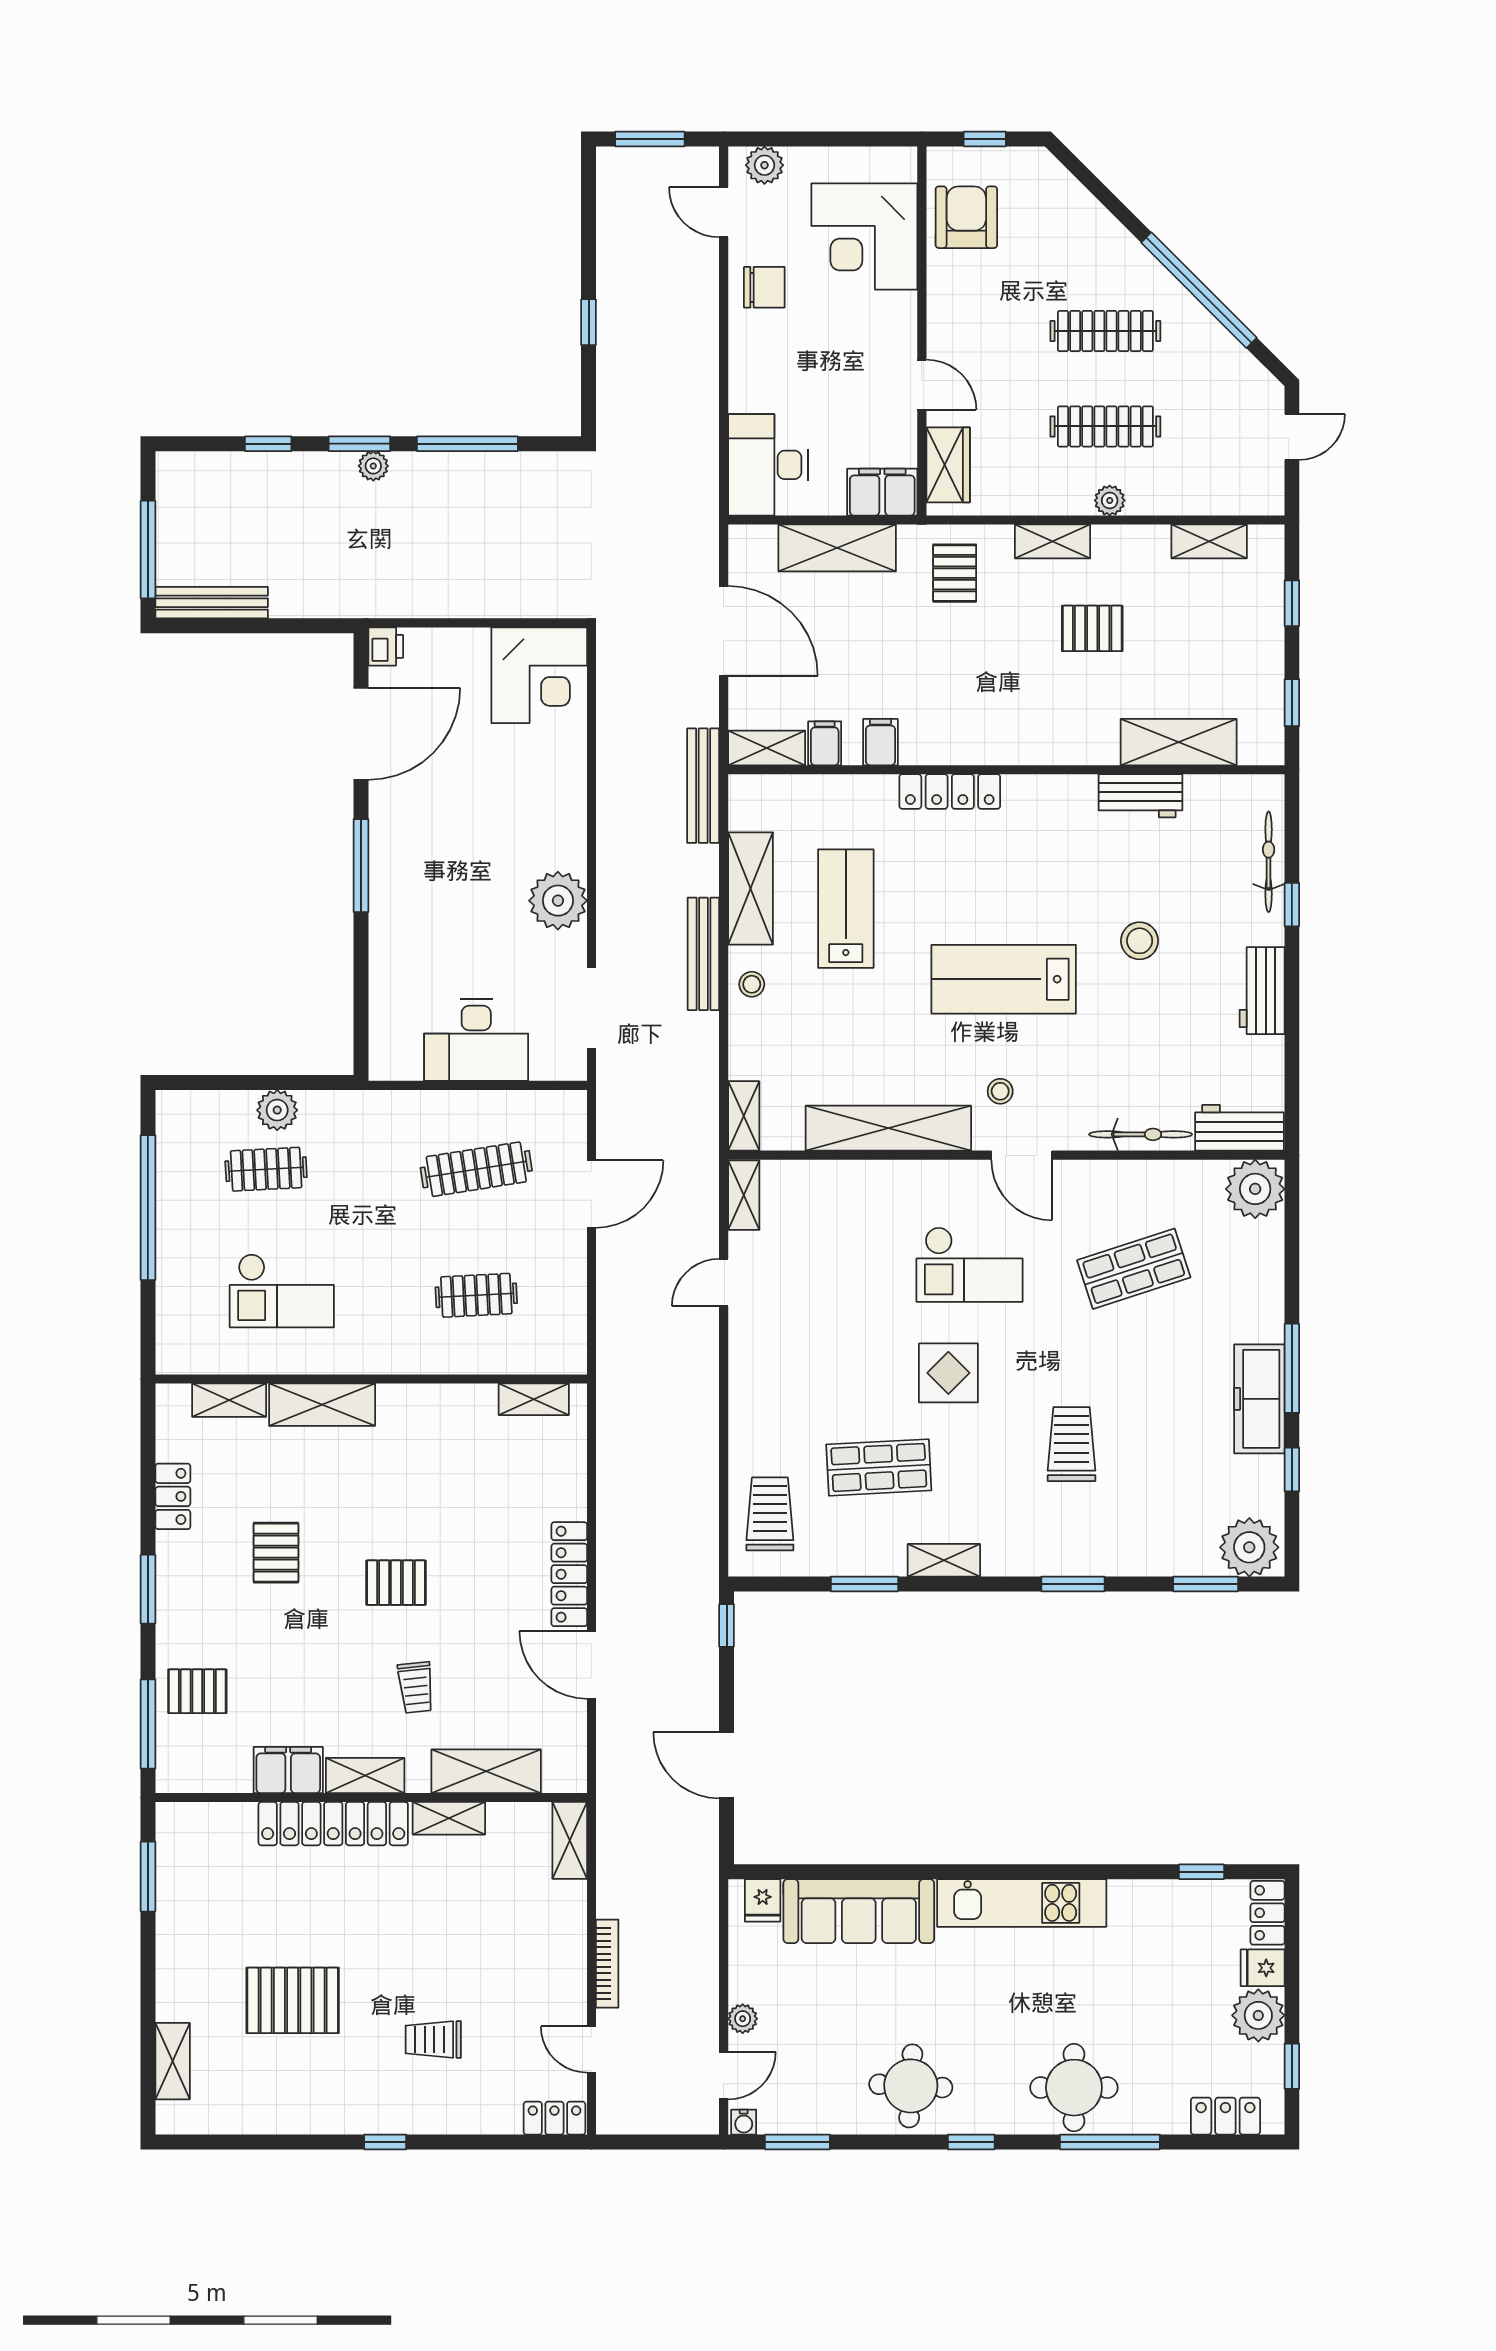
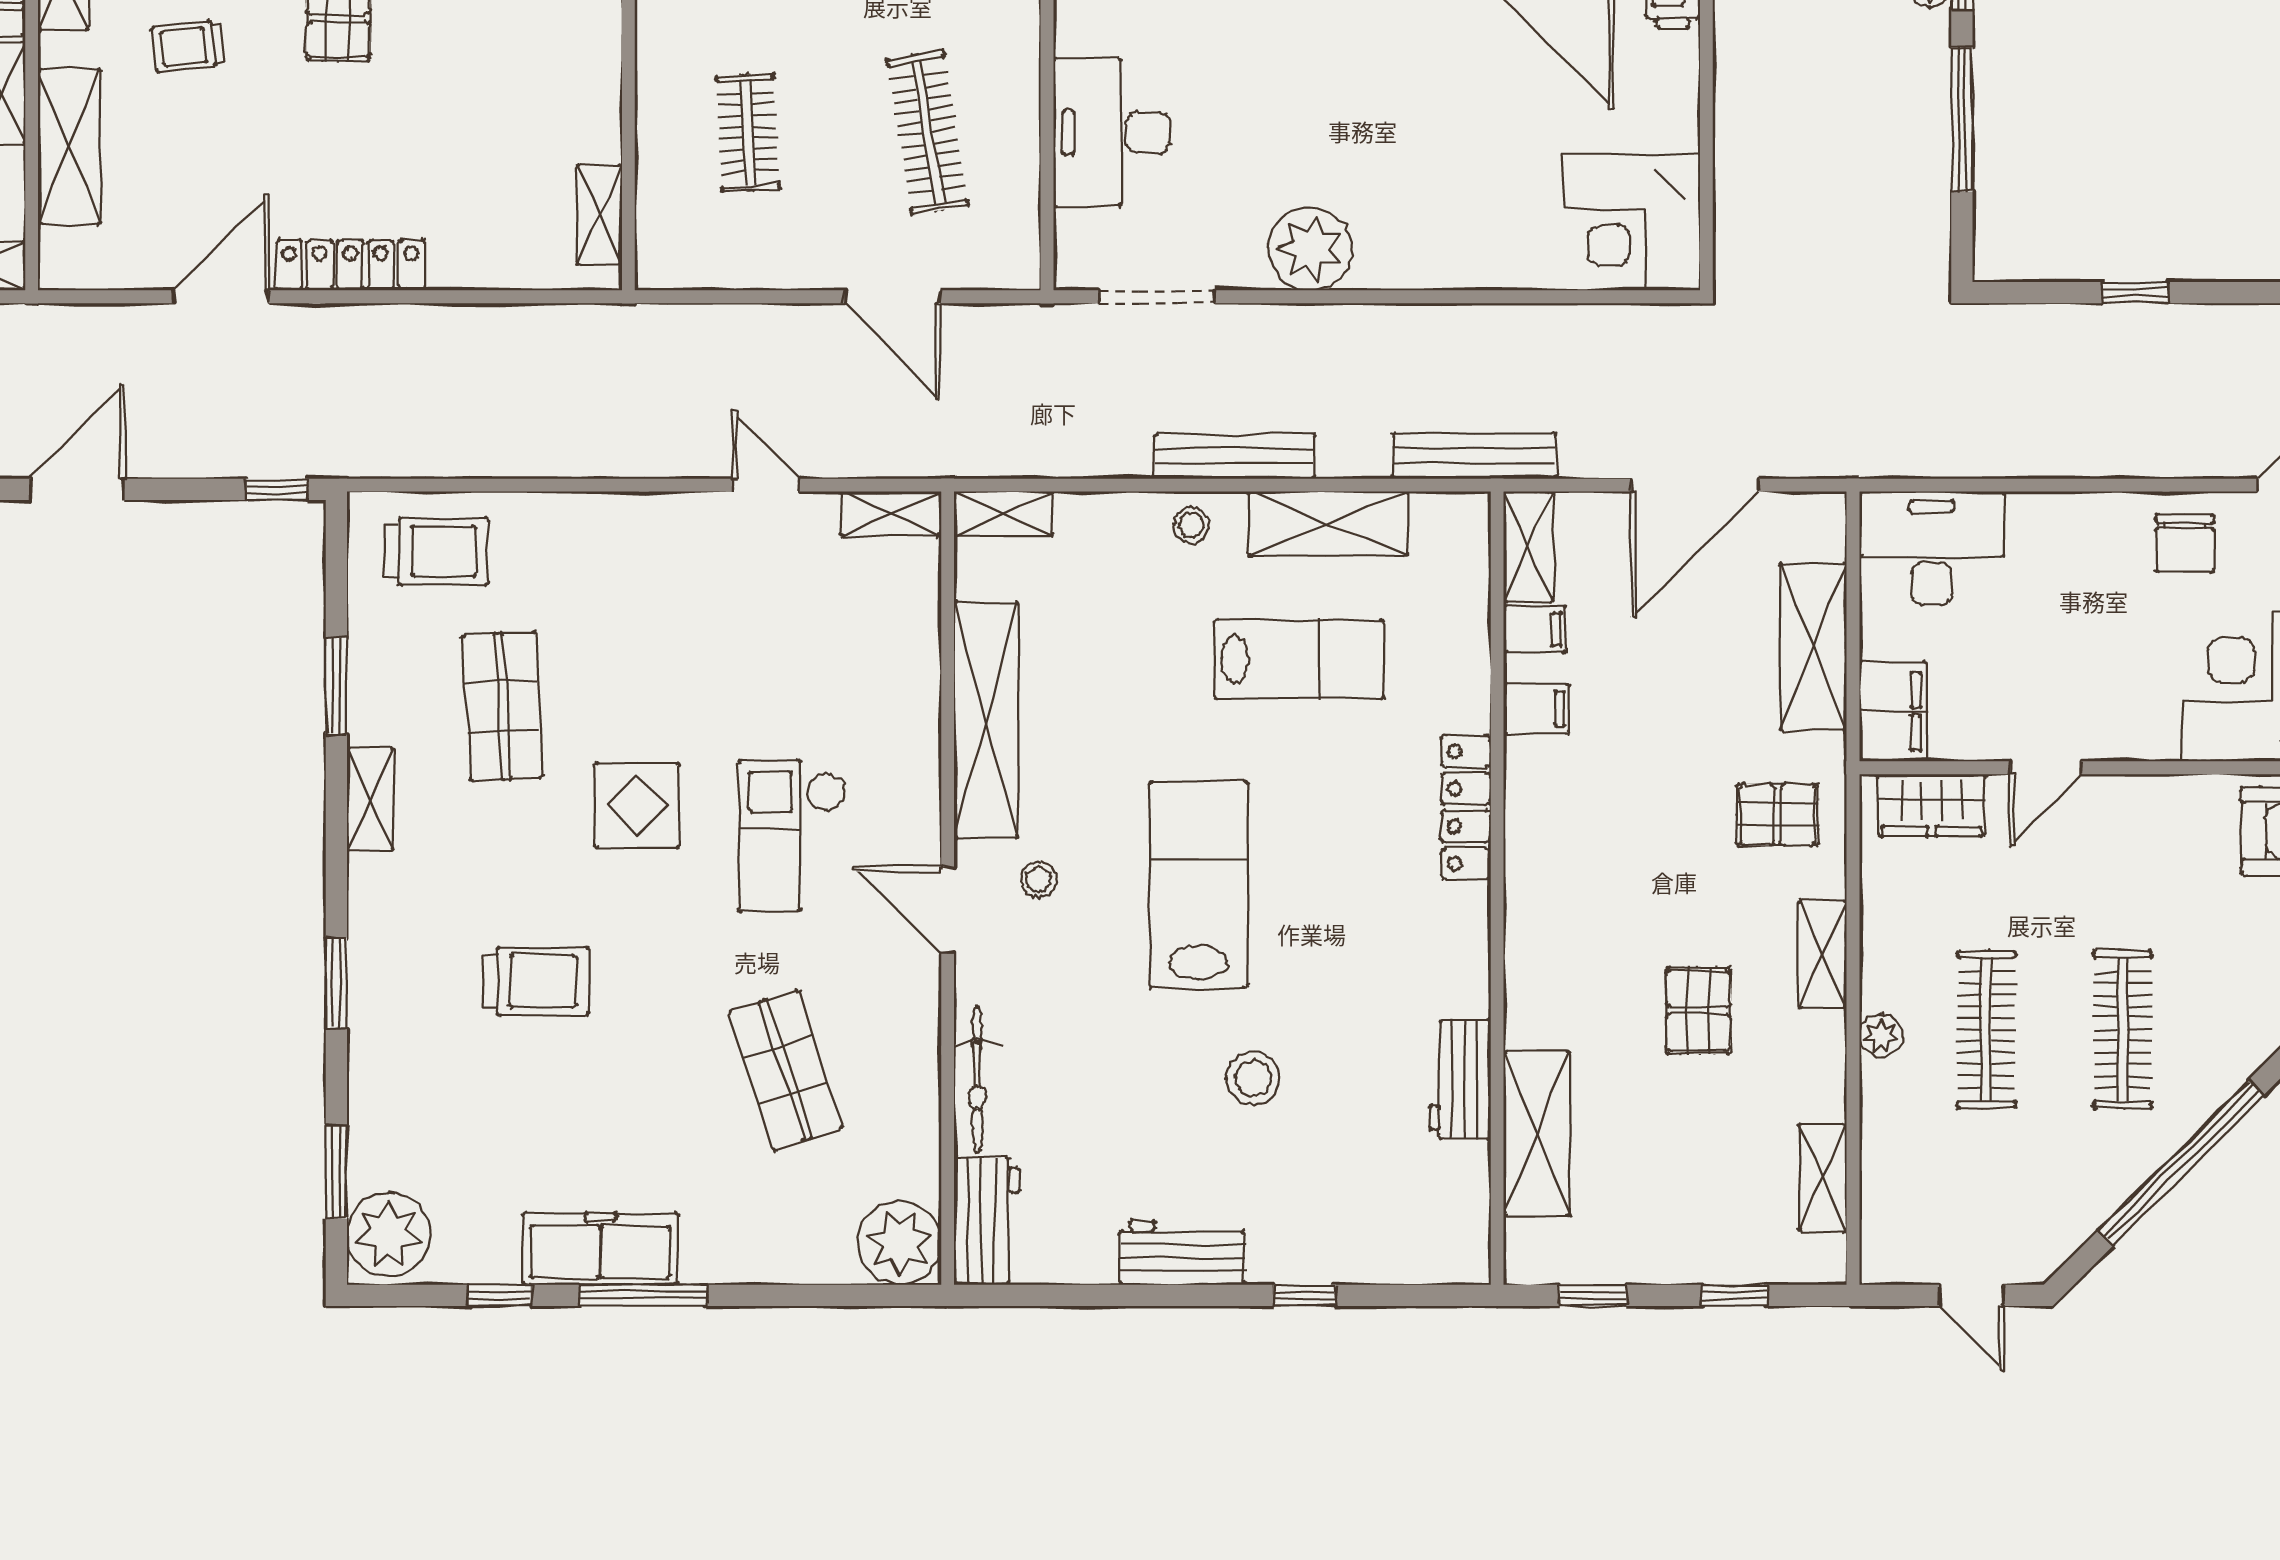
bicycle: (1269, 862) -> (1366, 1262), removed
door: (1022, 1155) -> (948, 910), hinge flipped

